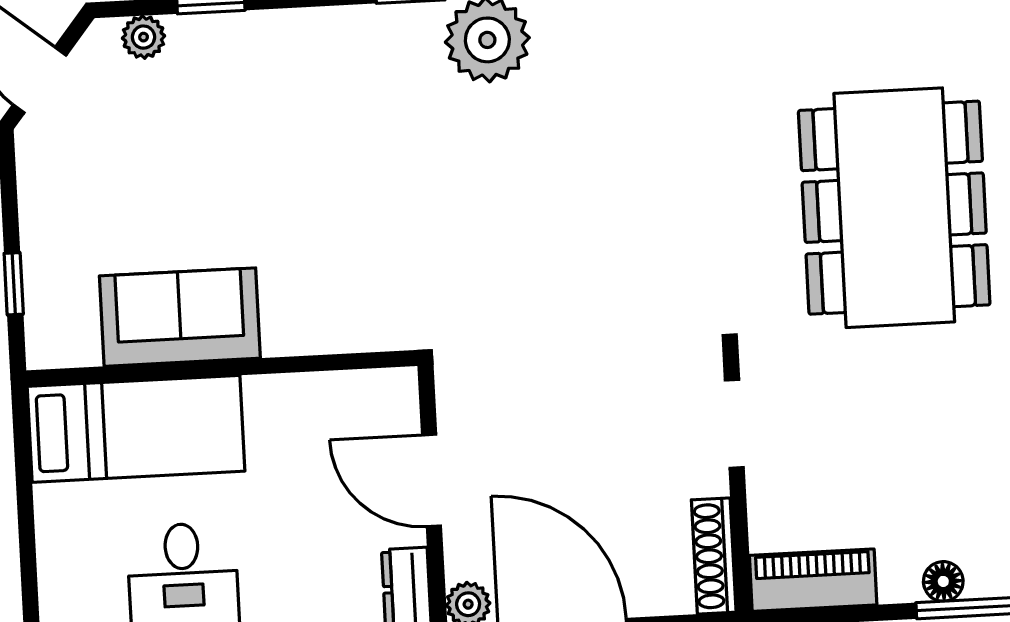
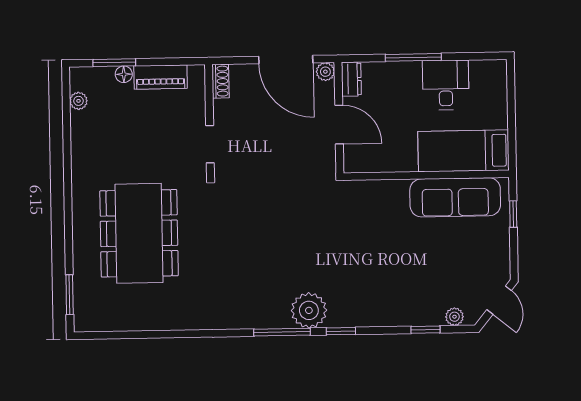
sofa: (180, 317) -> (455, 197), width x1.36
shoe rack: (714, 556) -> (221, 81), width x0.70
piano: (813, 580) -> (161, 77), moved

